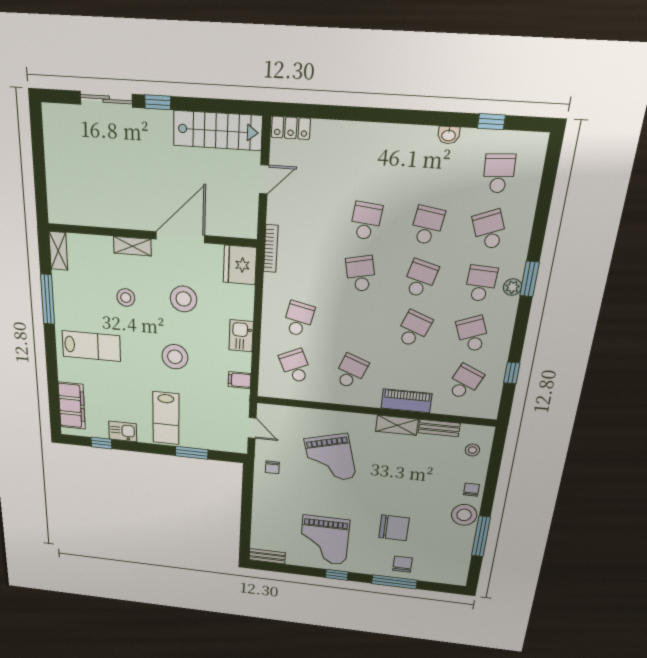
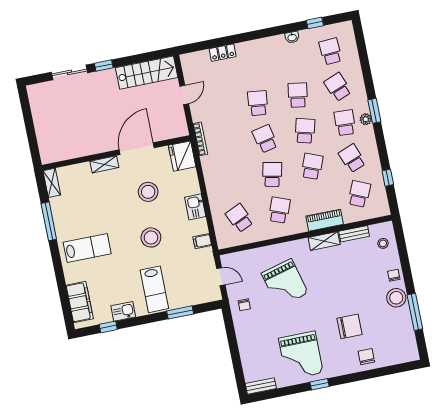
locker: (291, 128) -> (223, 53), moved
stool: (126, 298) -> (106, 203), removed
school desk: (299, 319) -> (272, 174), moved
window: (394, 582) -> (365, 375), removed

